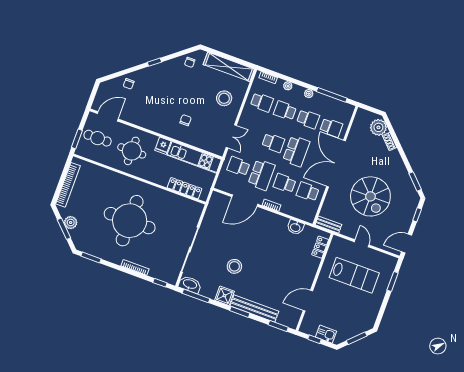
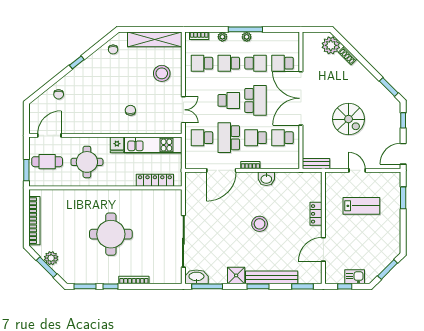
window: (332, 95) -> (245, 29), moved
school desk: (262, 102) -> (202, 63), turned 180
school desk: (331, 128) -> (282, 63), turned 180
school desk: (261, 175) -> (229, 138), turned 180
spiral stairs: (370, 196) -> (349, 119), width x0.73, depth x0.73
round table: (130, 221) -> (111, 234), width x0.73, depth x0.73
washbasin: (295, 227) -> (266, 179), moved
locker: (320, 247) -> (316, 214), moved
stool: (234, 266) -> (260, 224), moved
lab bench: (354, 275) -> (361, 206), width x0.73, depth x0.72
window: (160, 283) -> (110, 286), moved

